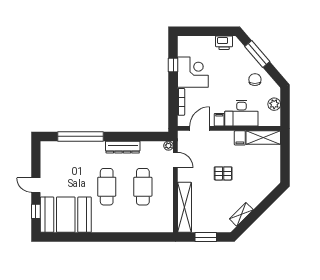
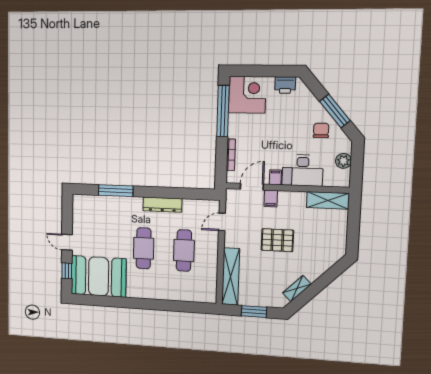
window: (257, 54) -> (335, 111), moved
window: (173, 65) -> (223, 111), width x3.17
corner desk: (193, 72) -> (247, 95), moved
window: (80, 136) -> (116, 191), width x0.68
filing cabinet: (240, 138) -> (271, 198), moved
plant: (168, 146) -> (214, 205), removed
door: (175, 160) -> (222, 222), swing flipped
pallet: (223, 173) -> (277, 240), width x1.50, depth x1.42

